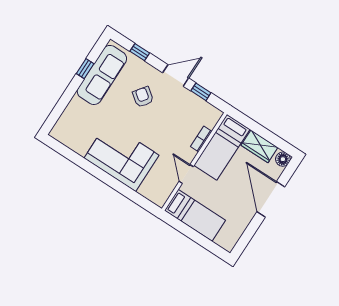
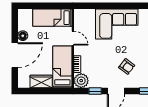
plant: (210, 116) -> (81, 81), added
floor lamp: (283, 159) -> (23, 36), moved
door: (271, 199) -> (15, 55), hinge flipped

